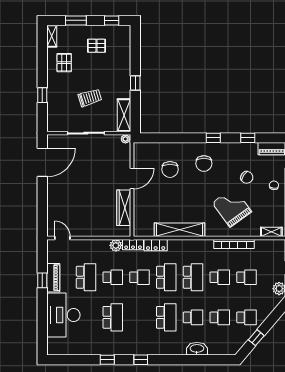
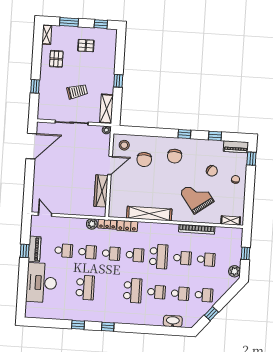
stool: (146, 155) -> (124, 145), added
school desk: (86, 277) -> (64, 250), width x0.54
school desk: (166, 277) -> (135, 255), width x0.54
washbasin: (197, 349) -> (173, 321), moved

